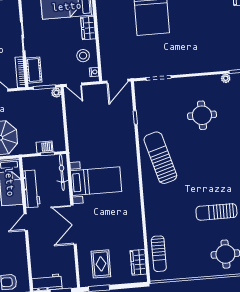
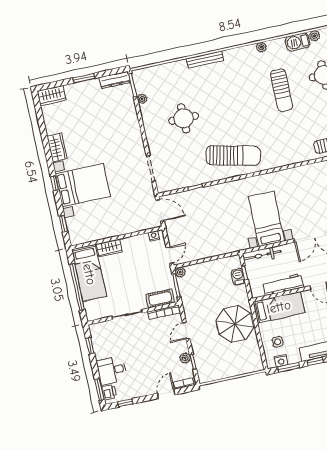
stool: (83, 56) -> (138, 250), removed
sun lounger: (160, 158) -> (233, 156), turned -151

